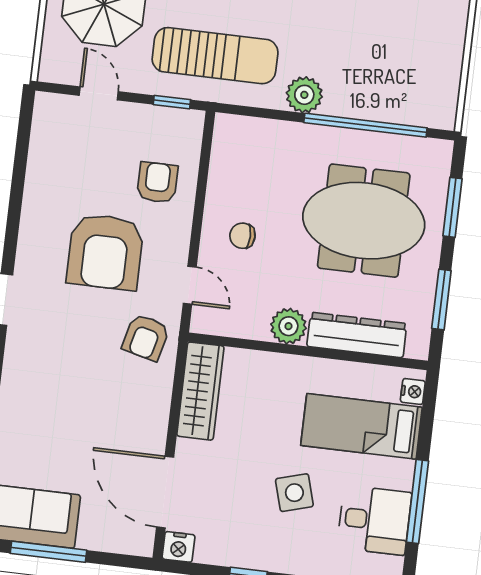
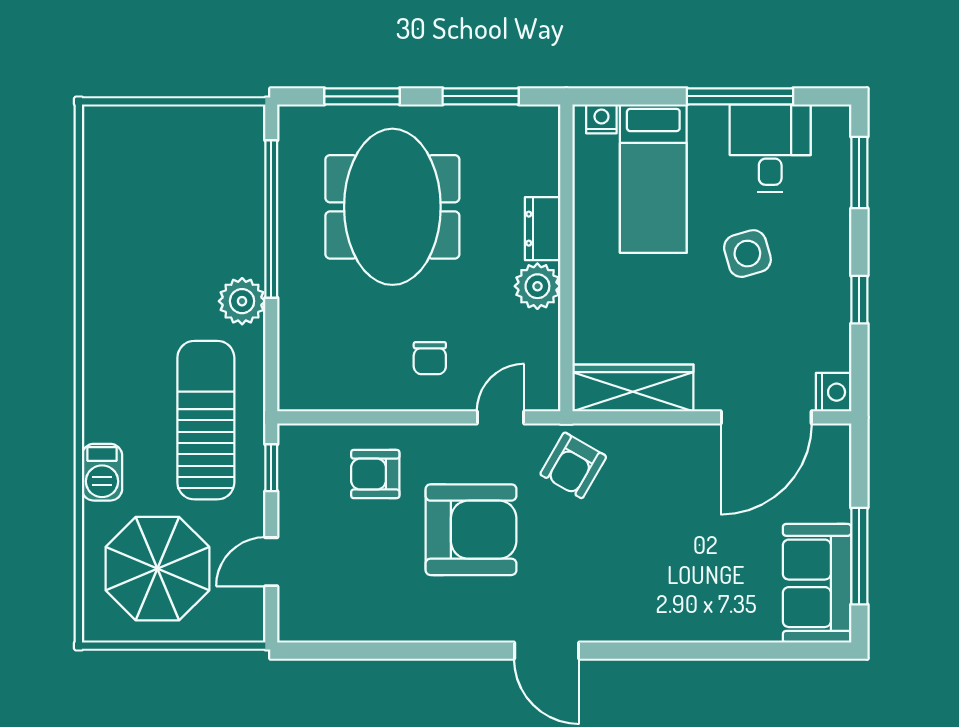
dresser: (357, 335) -> (543, 229), width x0.51, depth x0.80
armchair: (146, 337) -> (573, 465), turned 106

